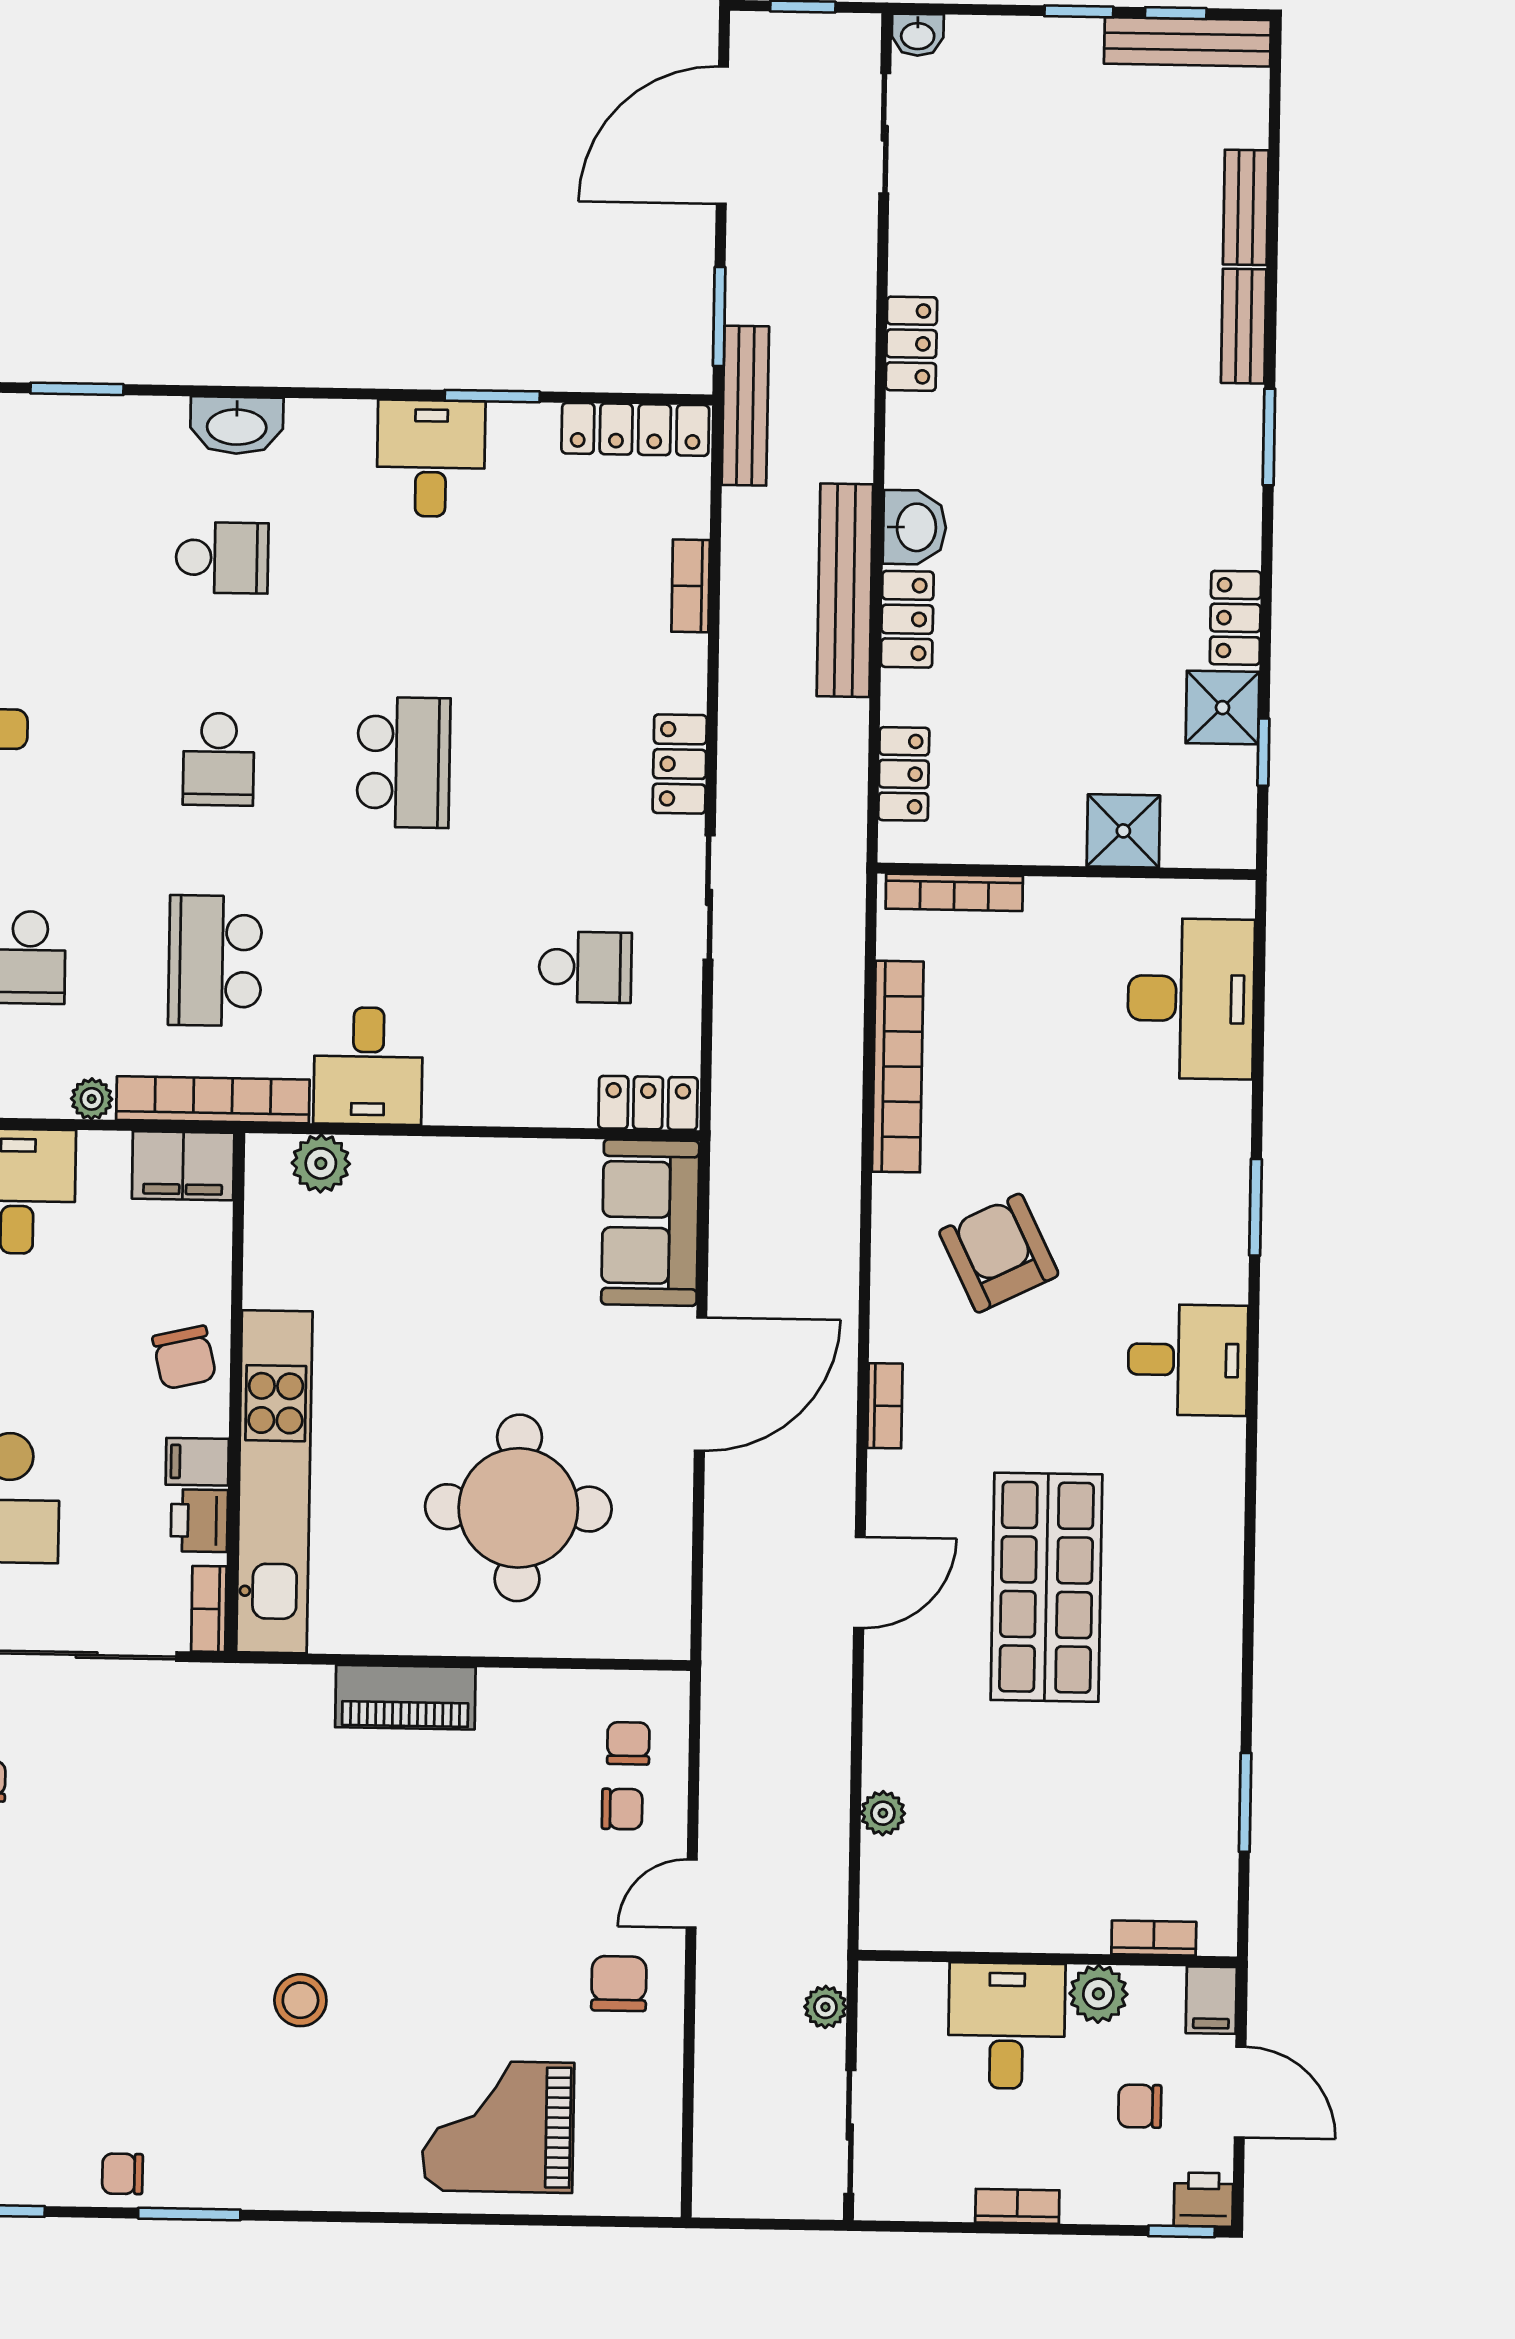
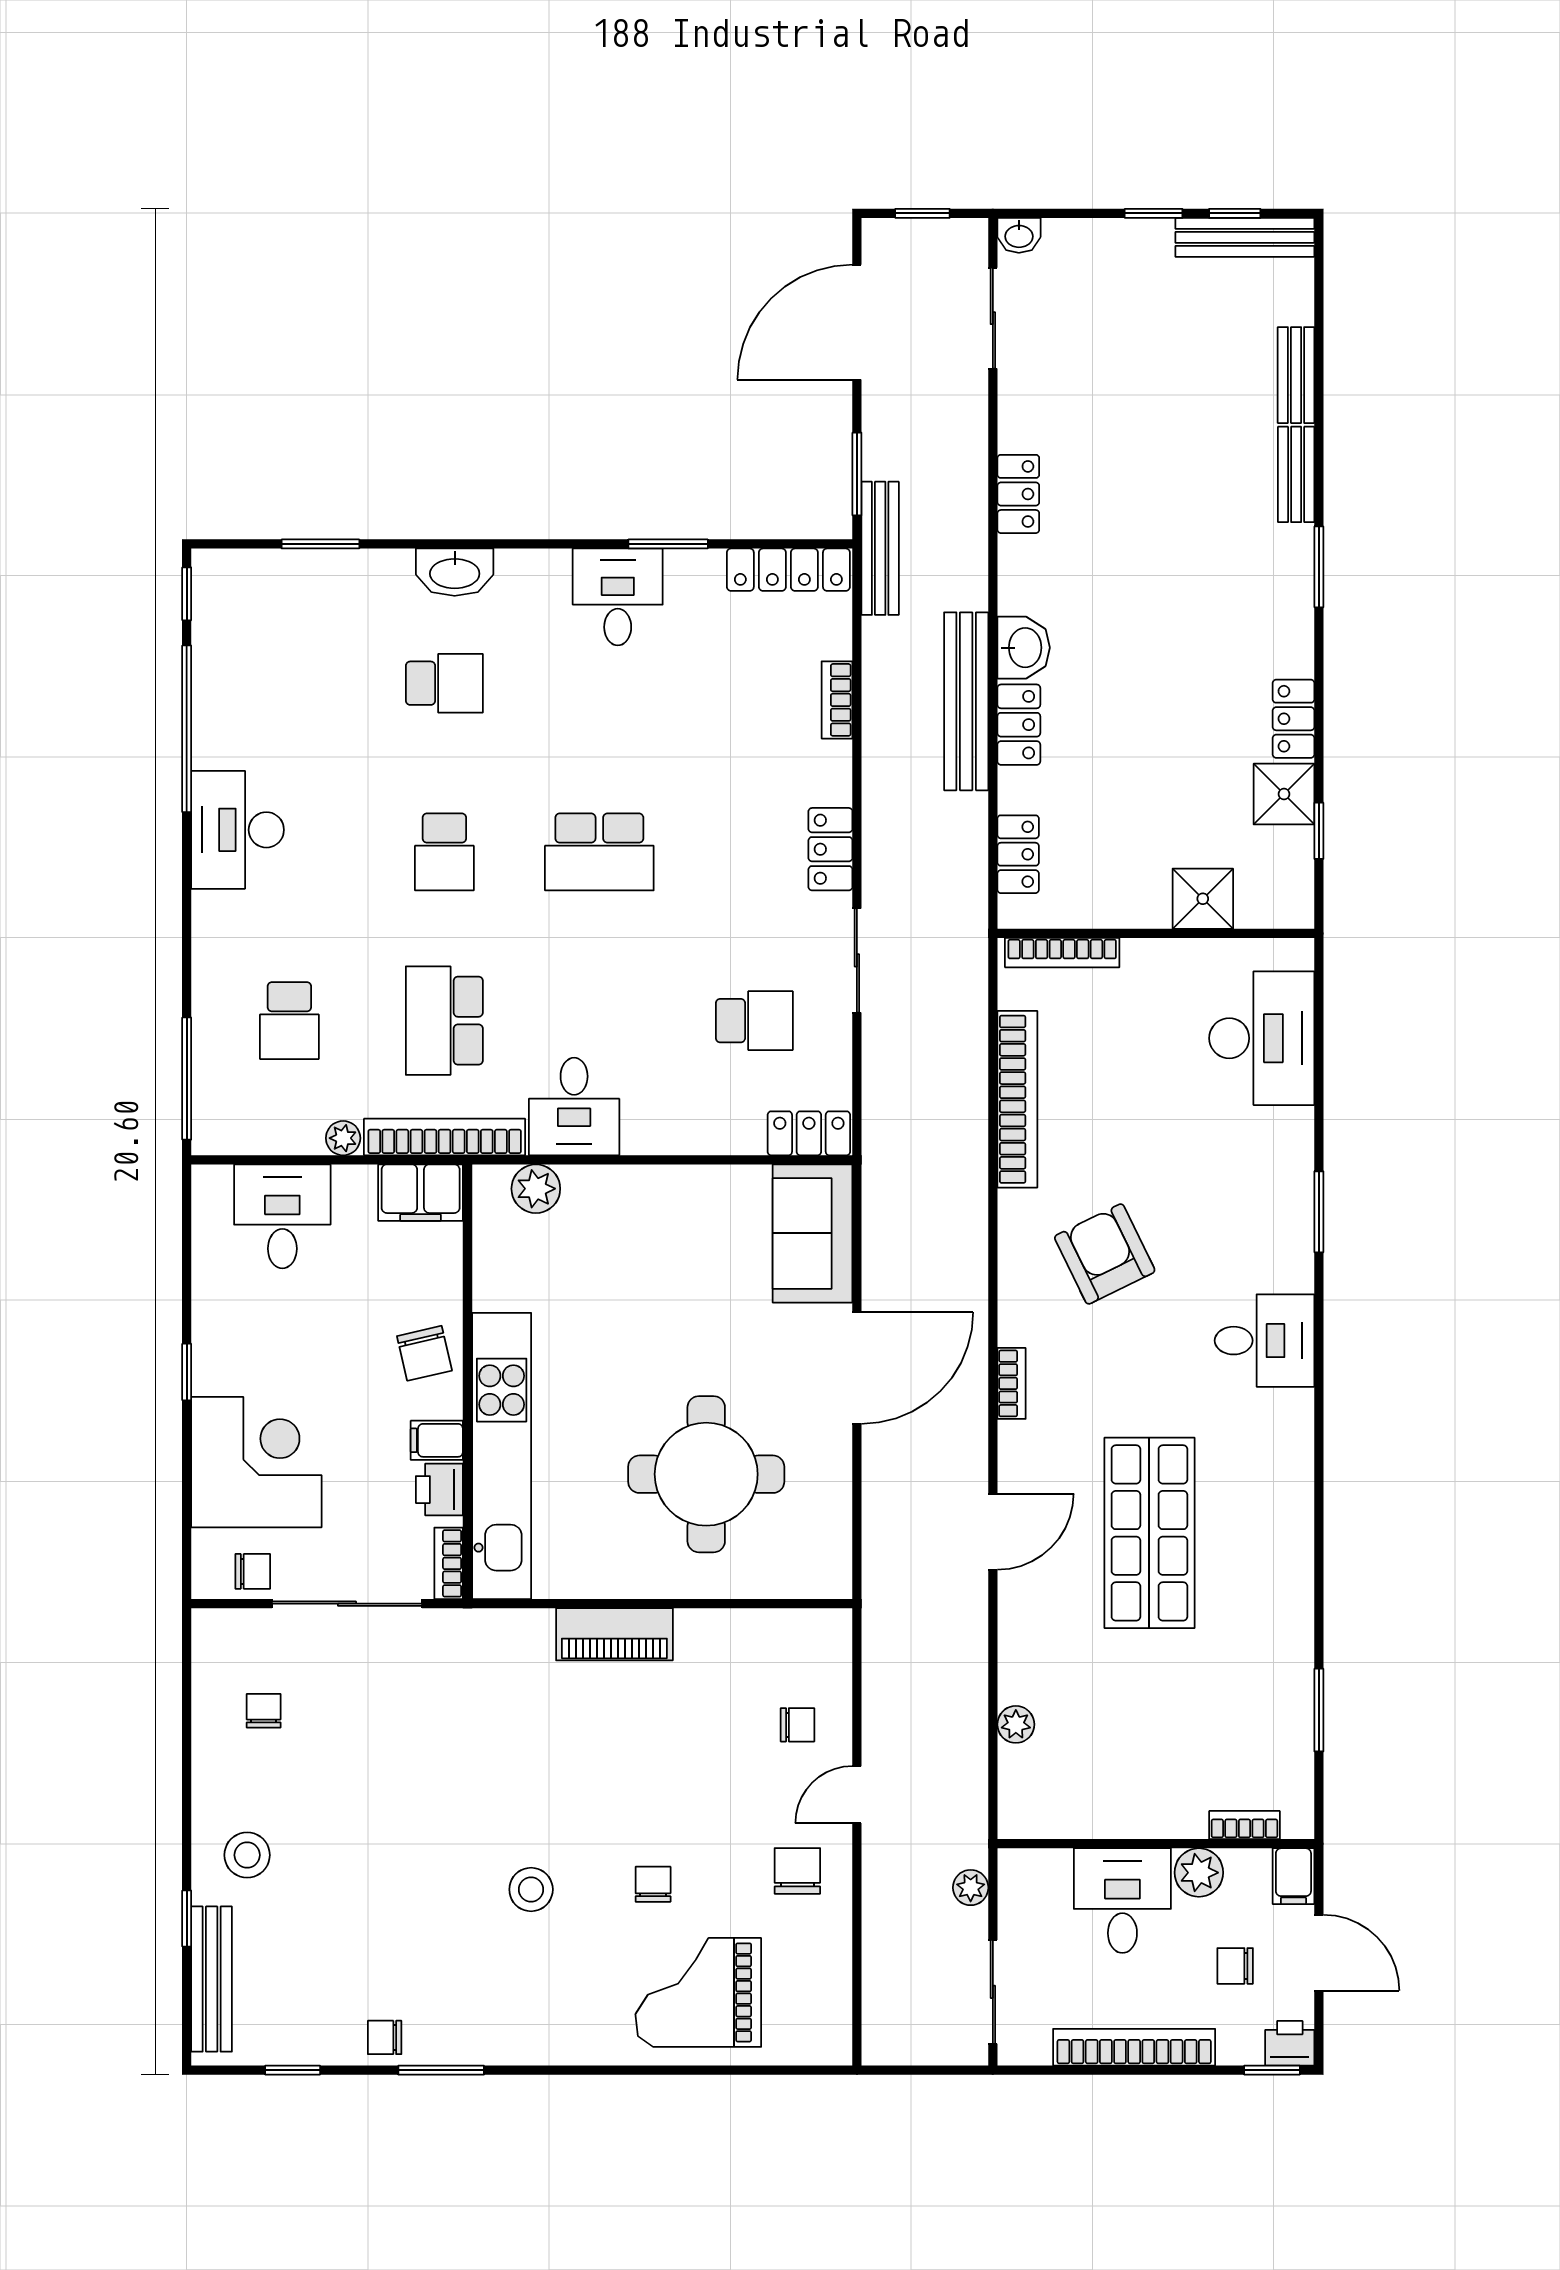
school desk: (404, 762) -> (599, 852), turned 90
chair: (628, 1743) -> (653, 1884), moved
bookcase: (1017, 2206) -> (1134, 2047), width x2.31, depth x1.31

